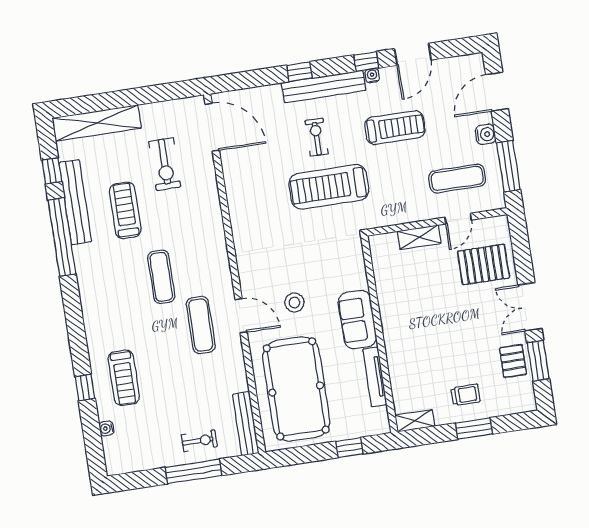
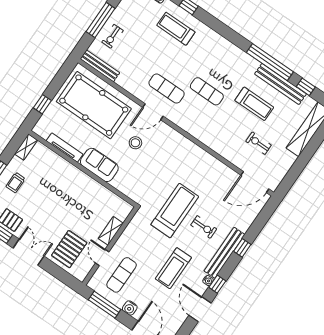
exercise bike: (165, 164) -> (259, 143), width x0.73, depth x0.72

